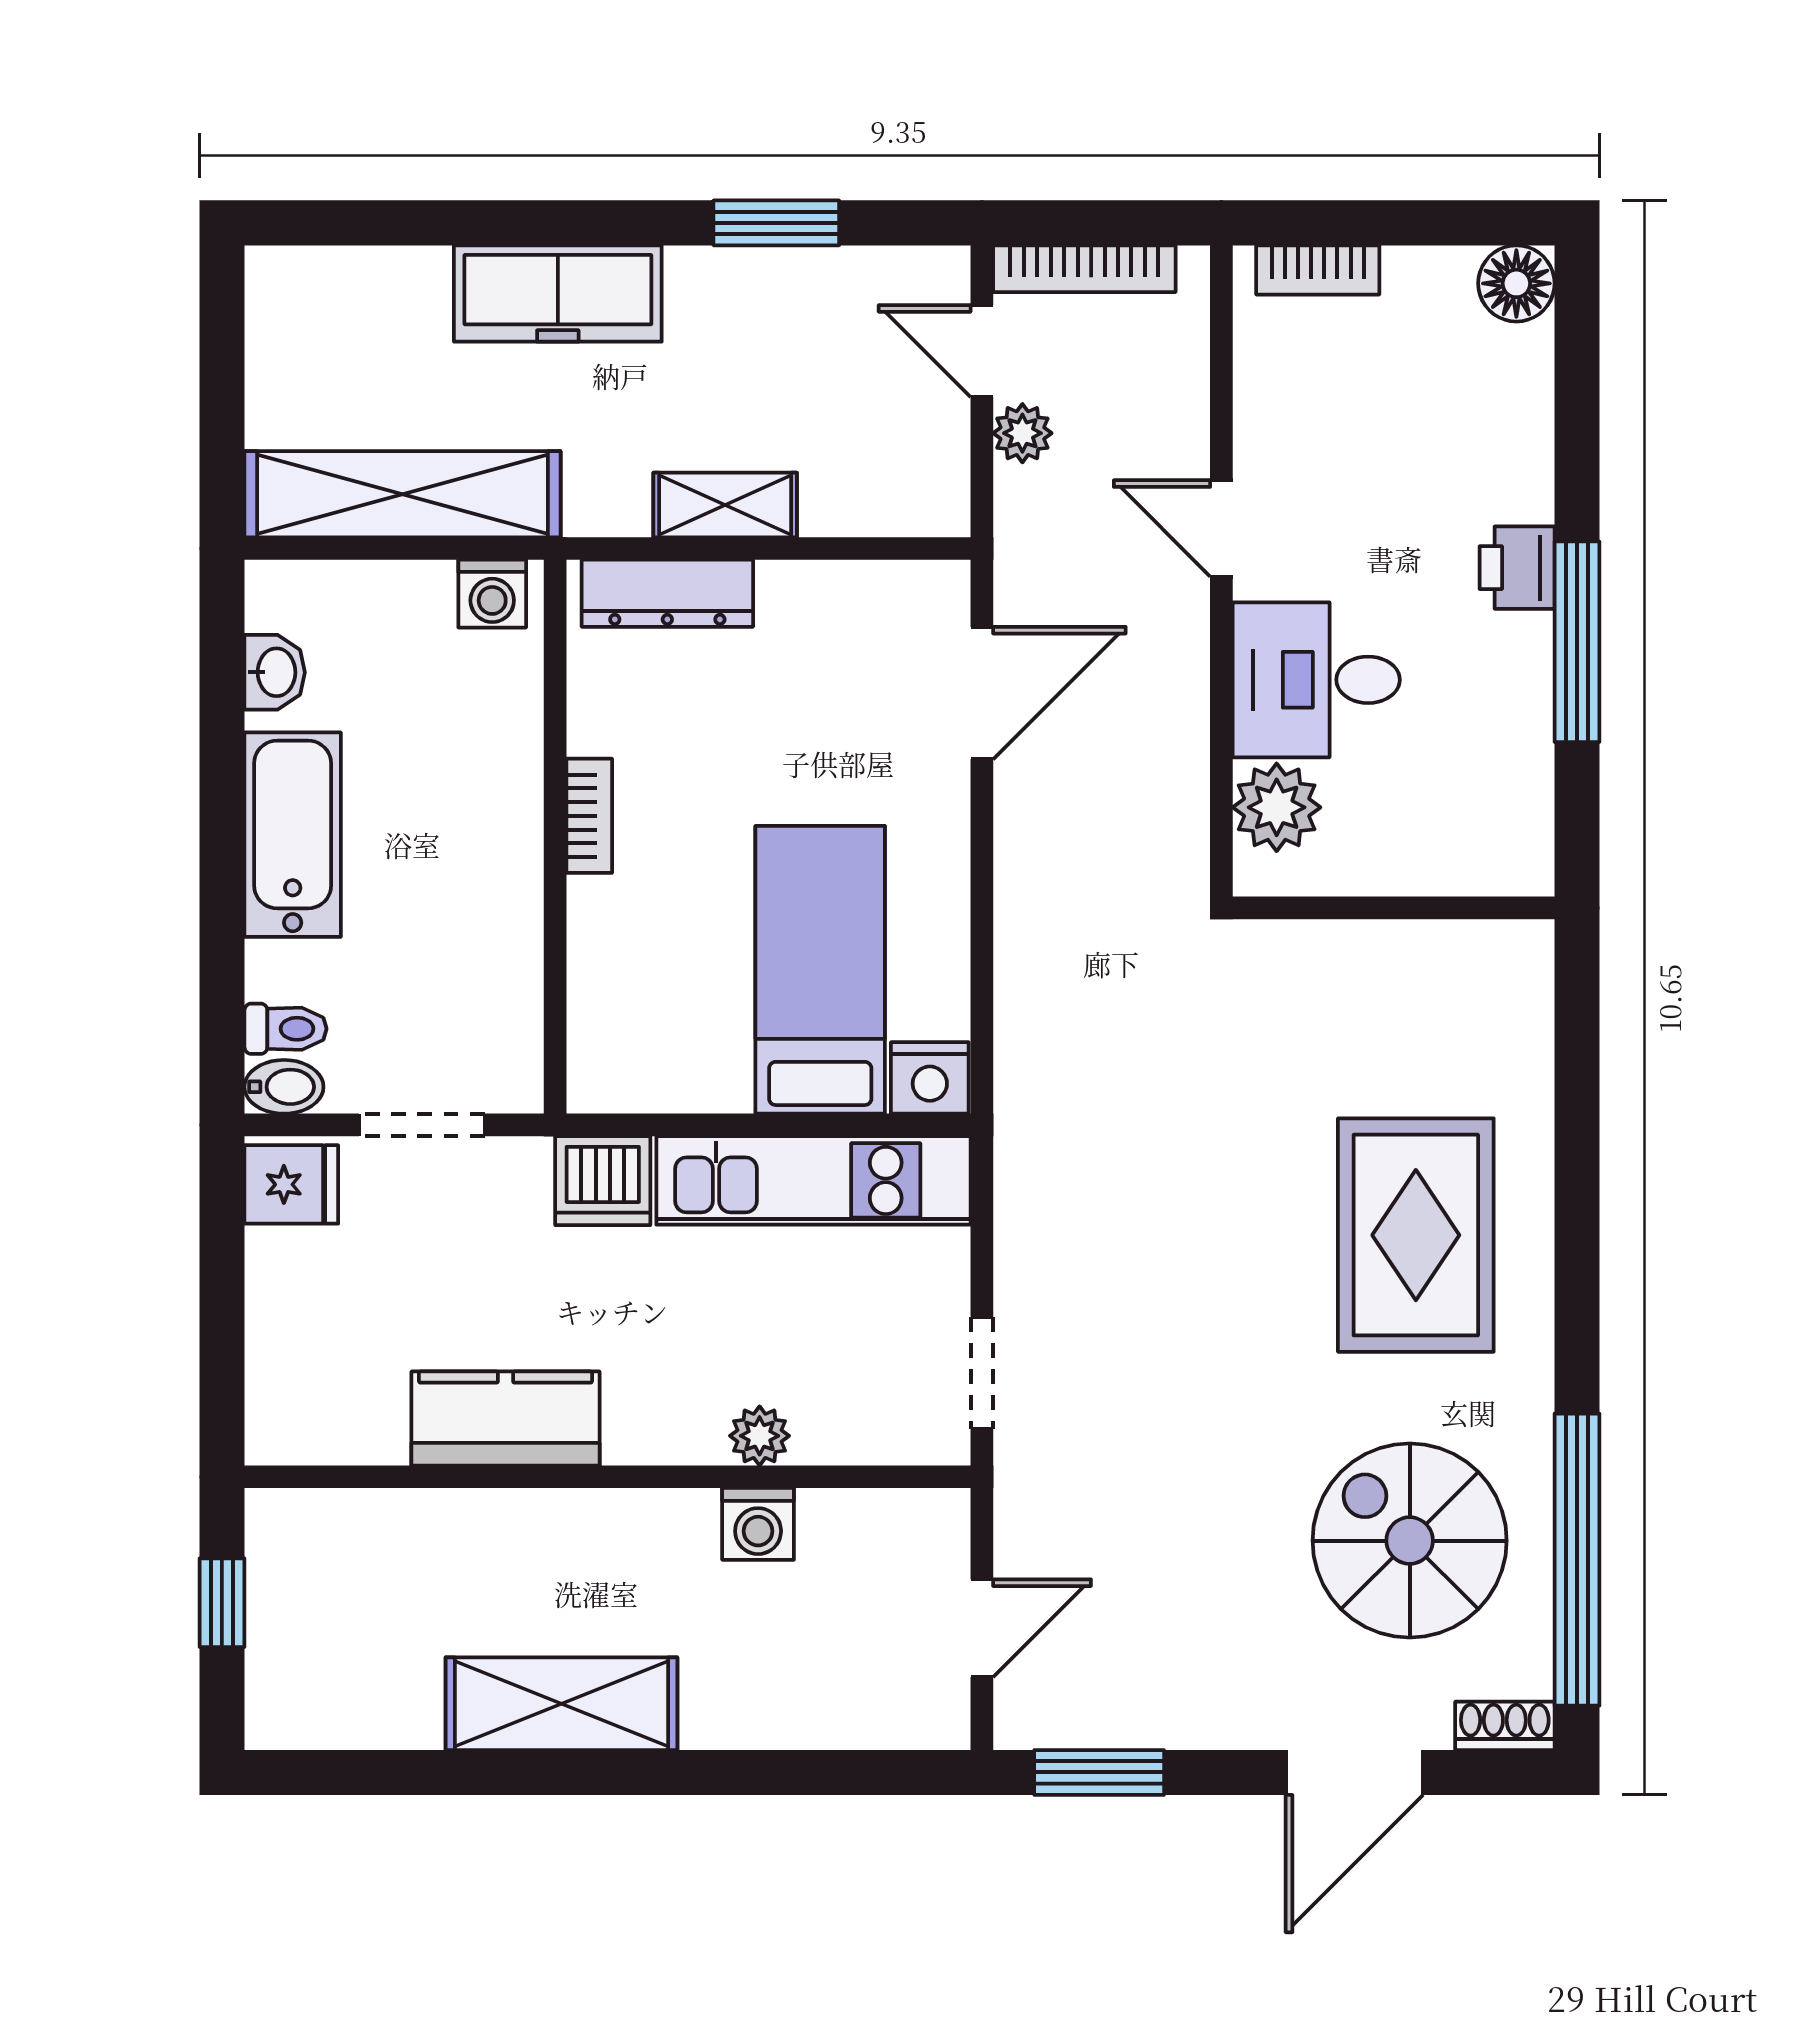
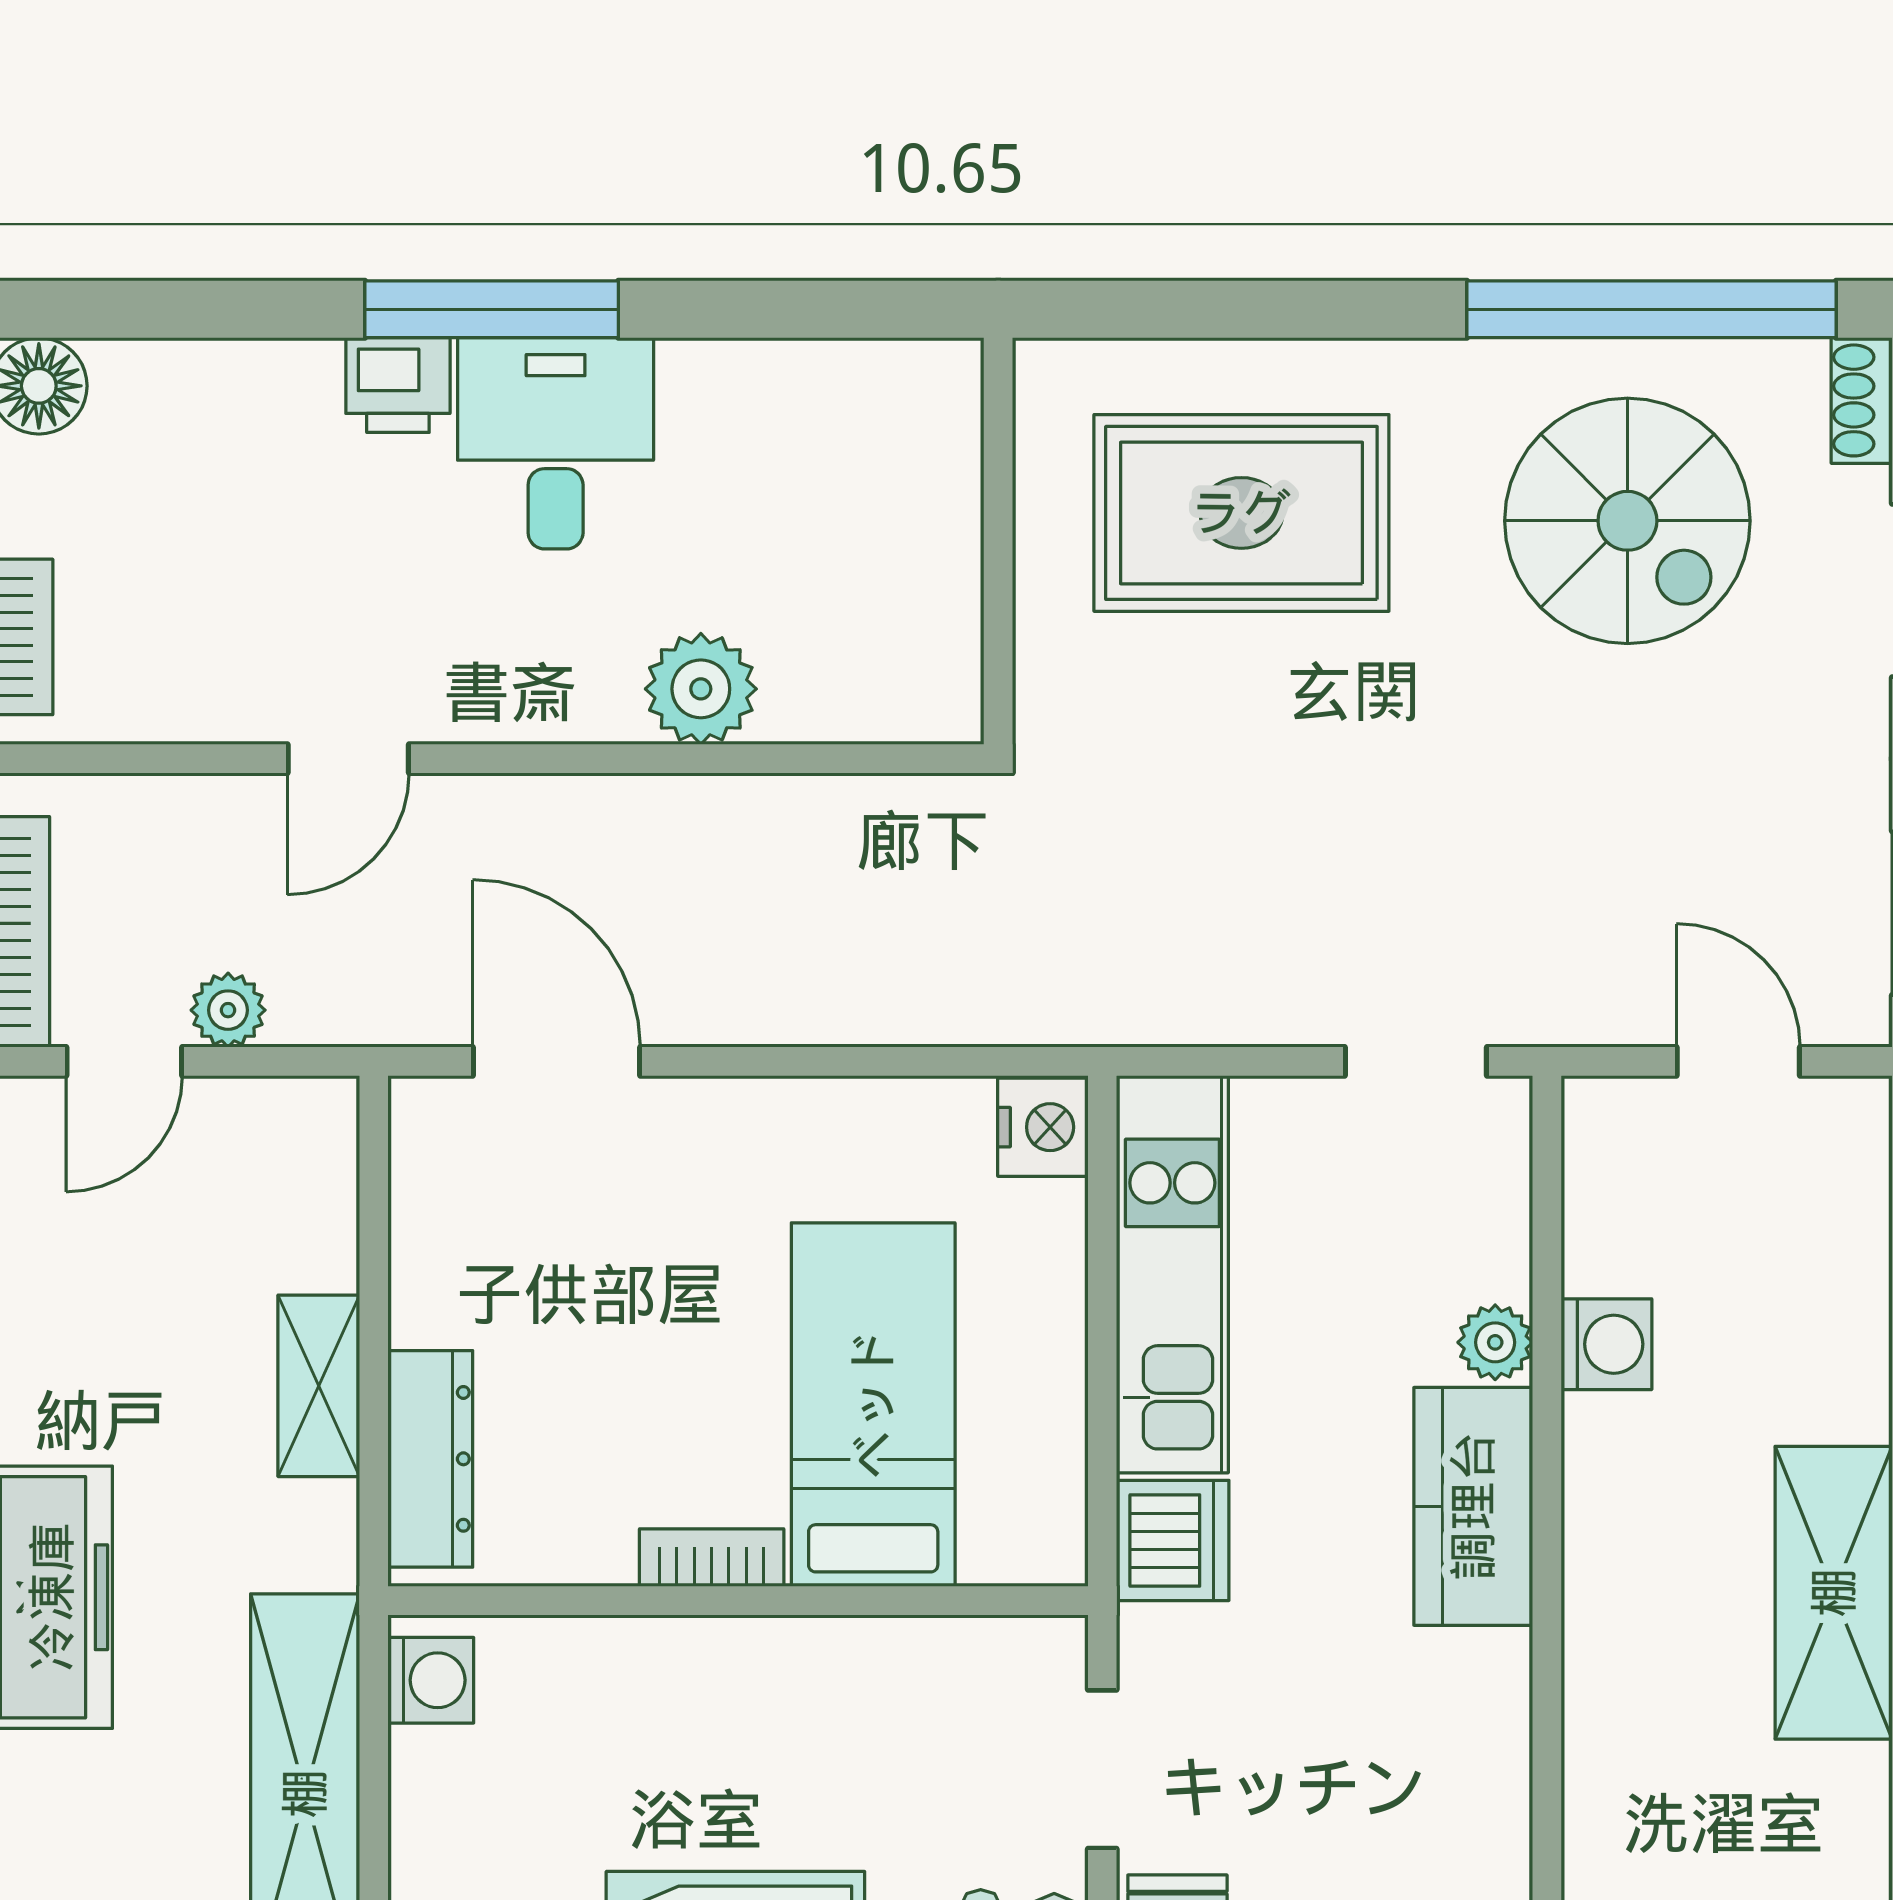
desk: (1316, 680) -> (556, 443), moved, turned 180
wall: (1394, 908) -> (998, 541), moved
bed: (820, 970) -> (873, 1405), moved, turned 90
kitchen counter: (505, 1418) -> (1473, 1506), moved
spiral stairs: (1410, 1541) -> (1627, 521), turned -90

